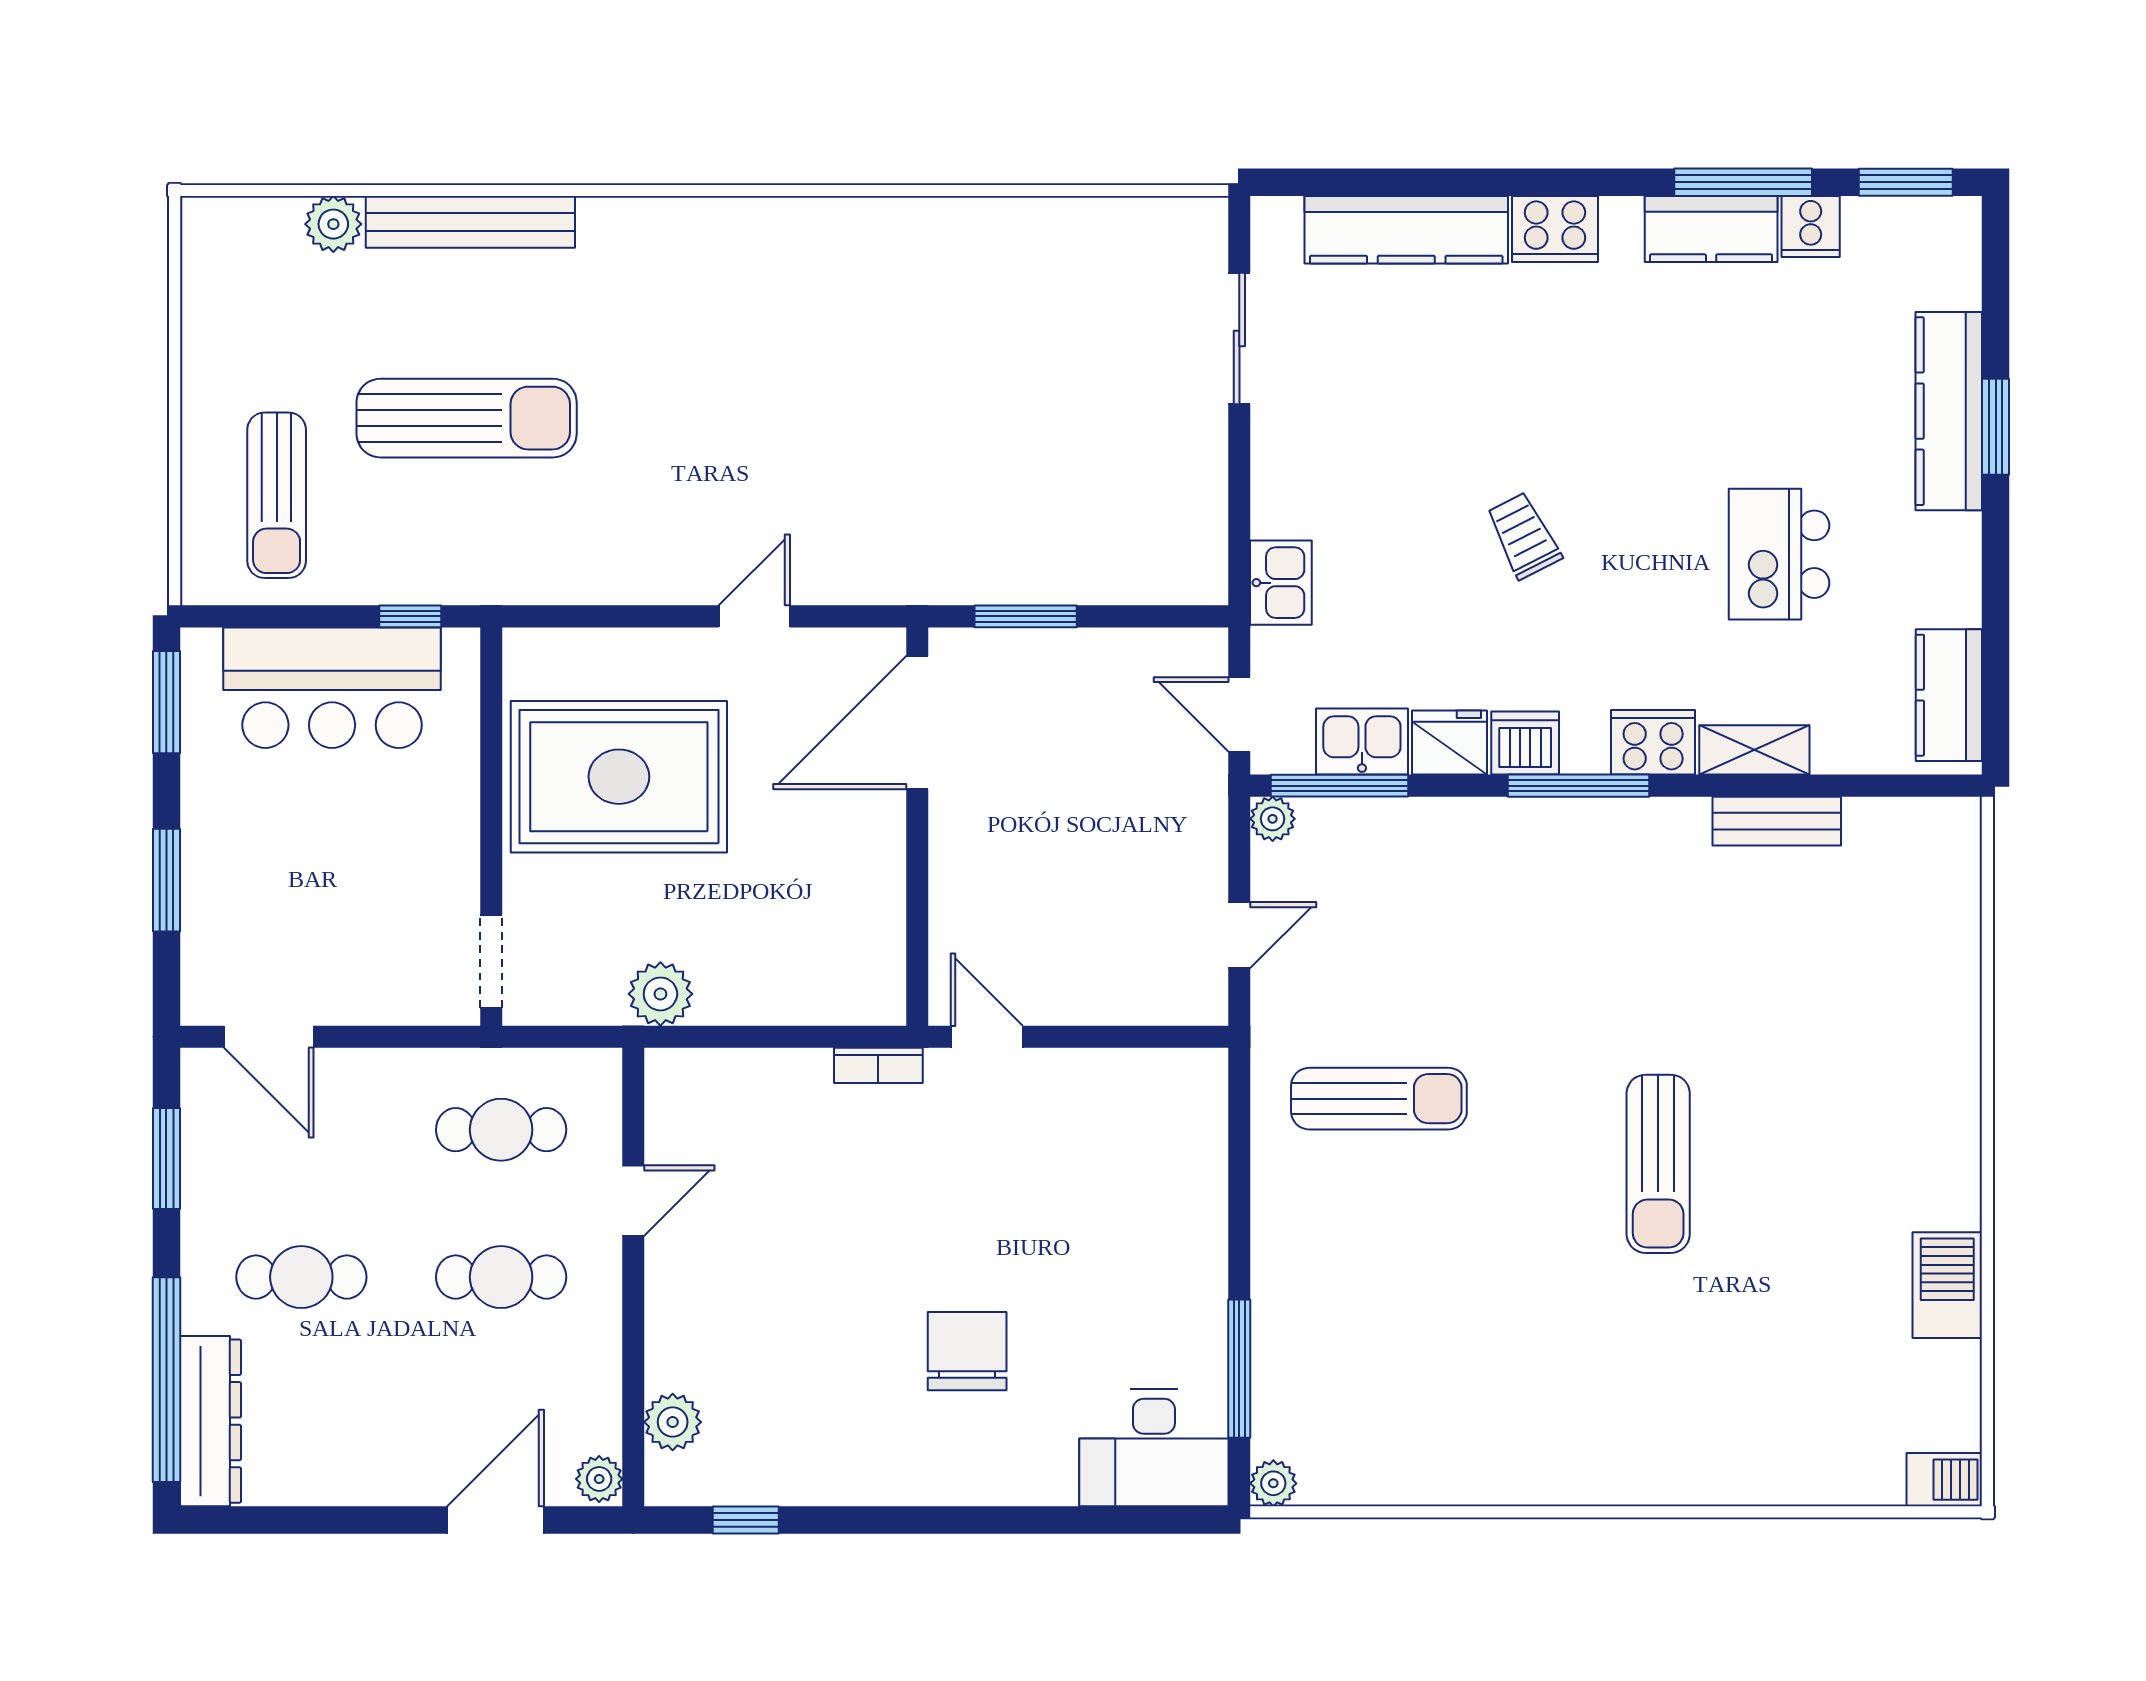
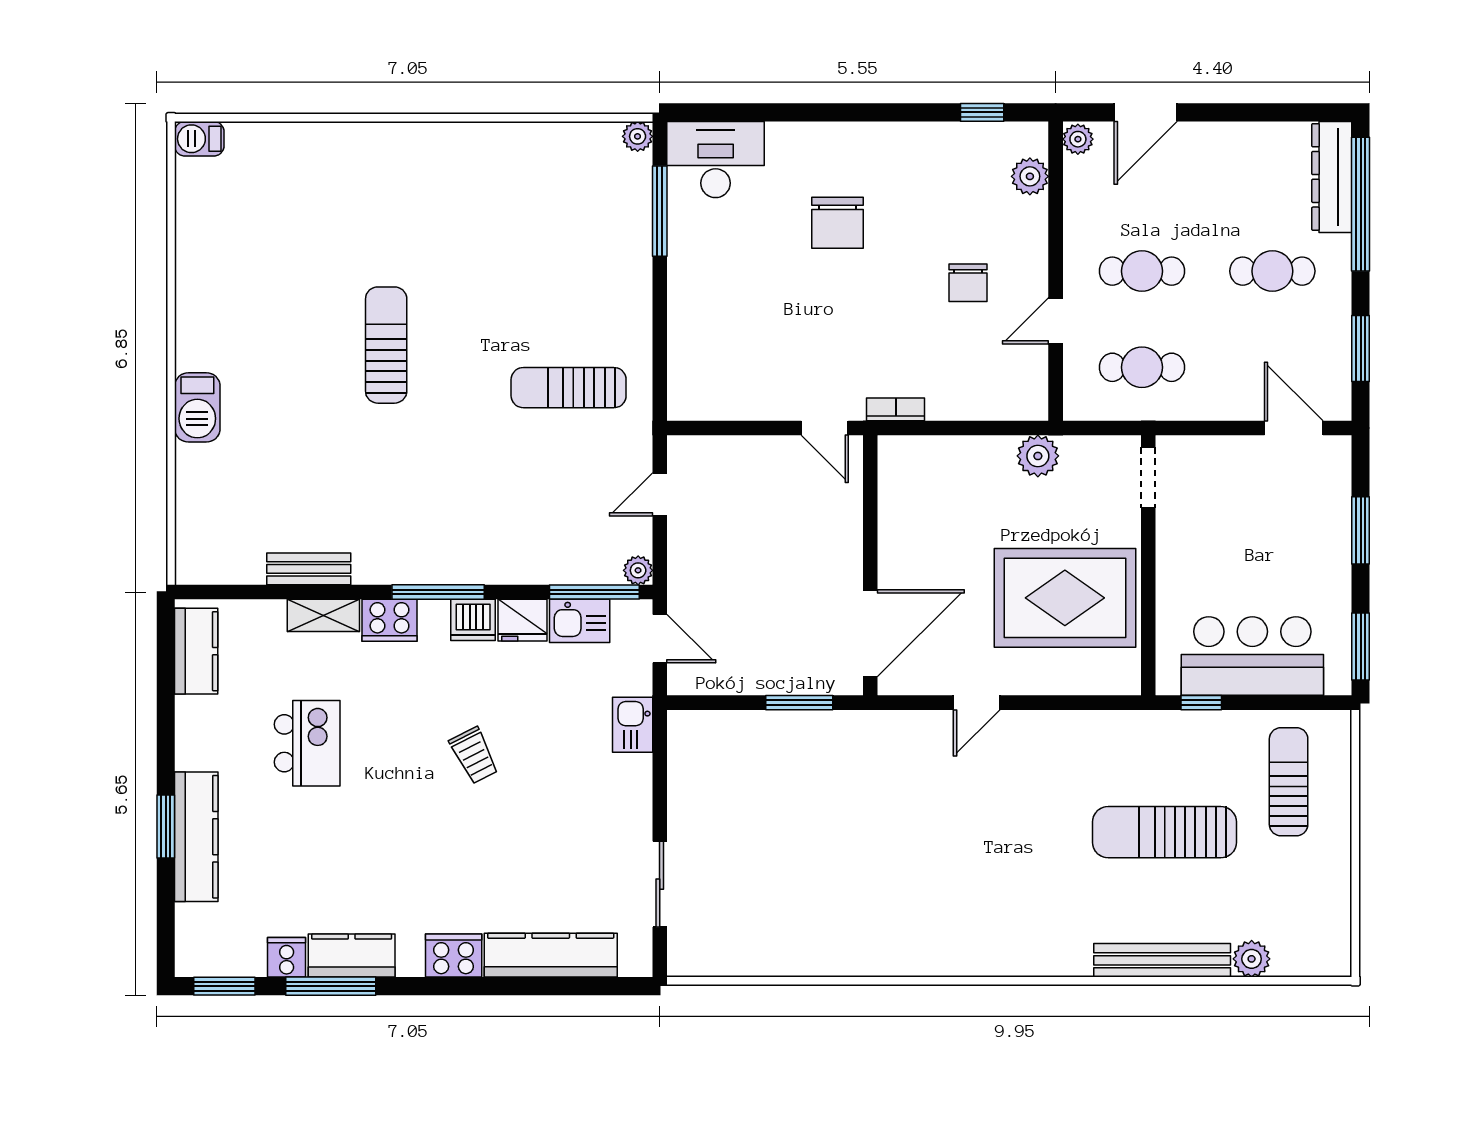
chair: (767, 1259) -> (968, 283), added
barbecue: (1947, 1285) -> (197, 407), moved

